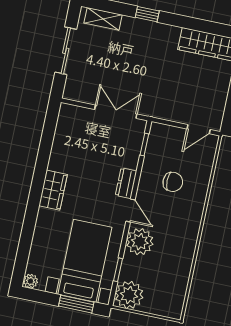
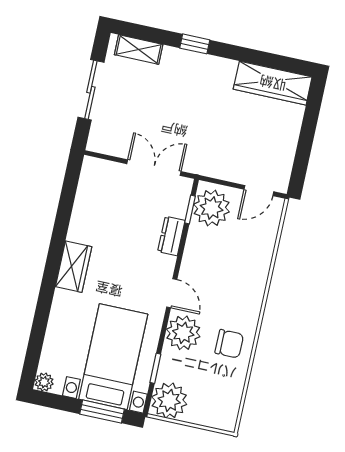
plant: (161, 143) -> (212, 208), added
chair: (173, 182) -> (229, 344), moved
dresser: (126, 183) -> (171, 236), moved

